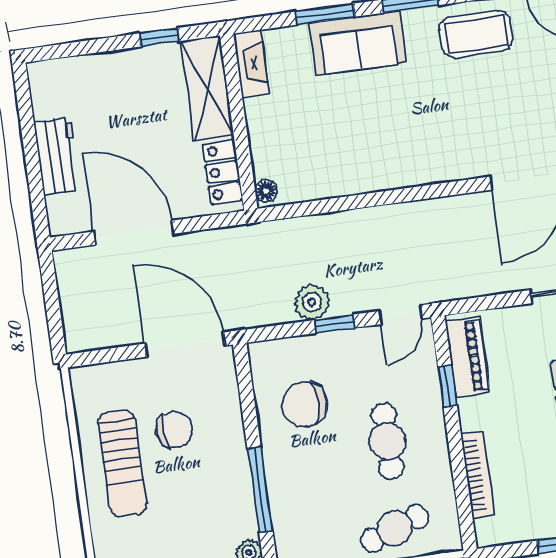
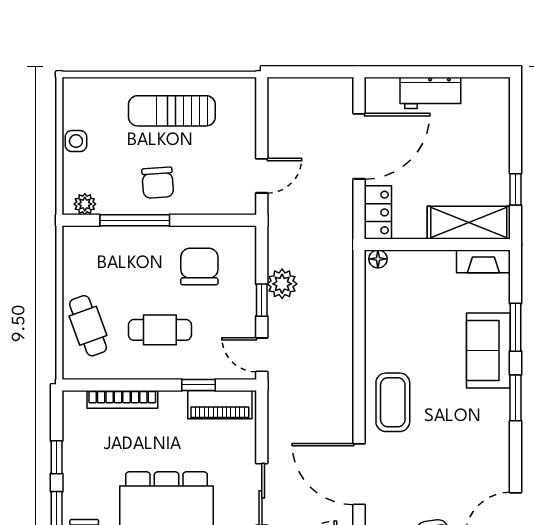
coffee table: (476, 34) -> (393, 402), moved
locker: (223, 172) -> (378, 212), moved, turned 90
door: (185, 345) -> (262, 176), width x0.53
chair: (174, 430) -> (158, 183), moved

